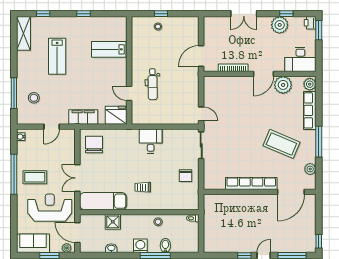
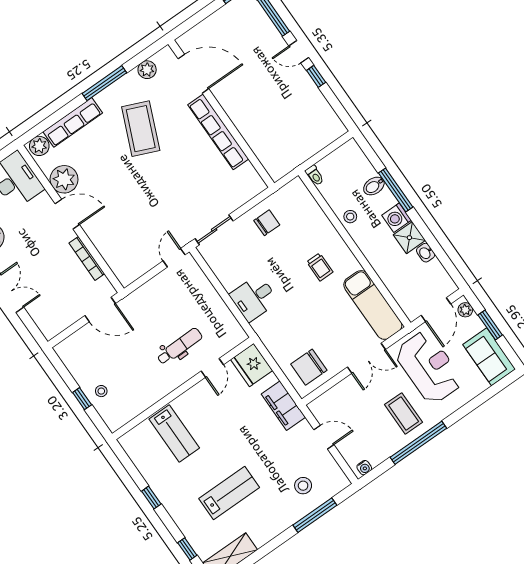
reception desk: (50, 208) -> (429, 367), turned 180
shower: (113, 222) -> (409, 238), moved

